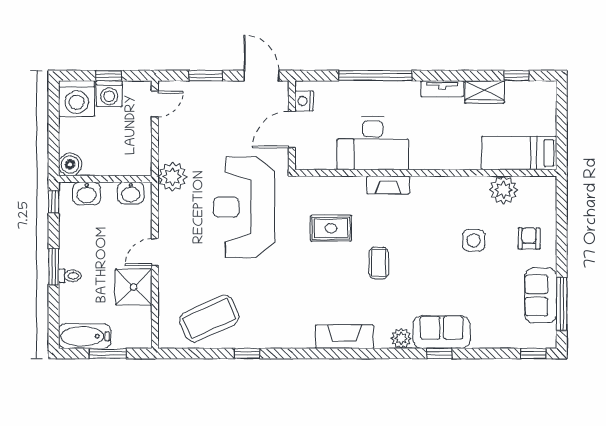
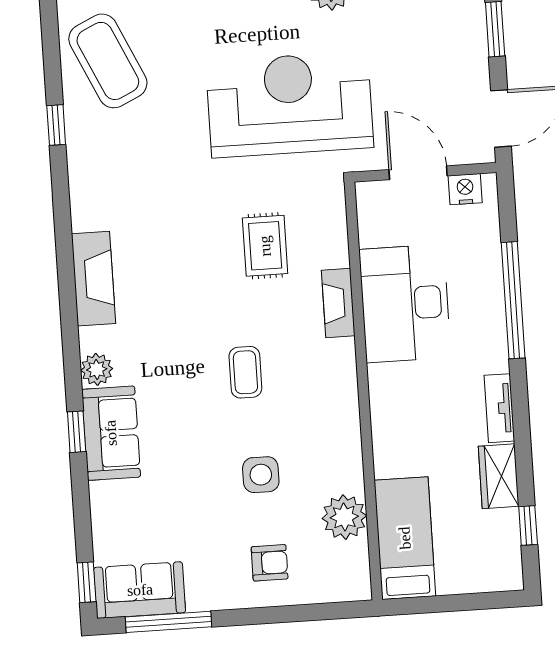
fireplace: (388, 185) -> (338, 303), moved
coffee table: (379, 263) -> (245, 372), moved, turned 90
sofa: (541, 295) -> (140, 590), moved

